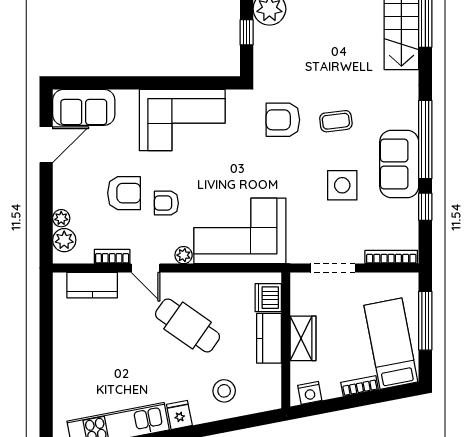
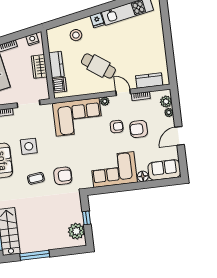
floor lamp: (127, 100) -> (143, 176), added
door: (46, 145) -> (179, 136), moved

